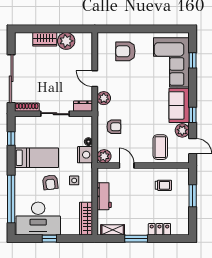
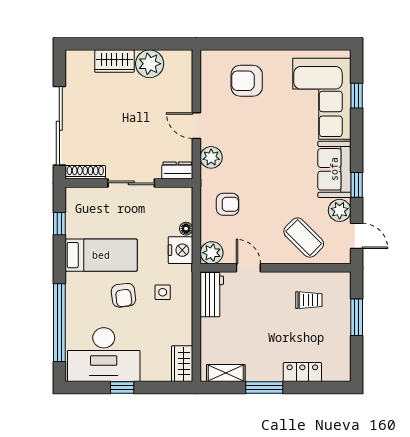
coffee table: (160, 147) -> (304, 238), turned -45
workbench: (104, 196) -> (212, 295), moved
wardrobe: (86, 219) -> (182, 364), width x0.67

